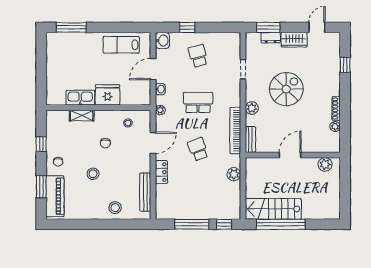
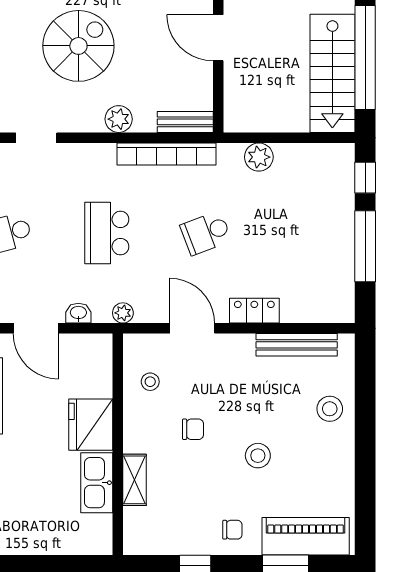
spiral stairs: (286, 89) -> (78, 46), turned 90

